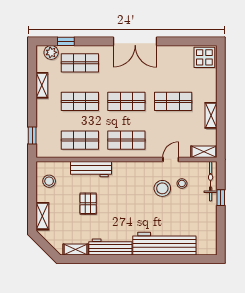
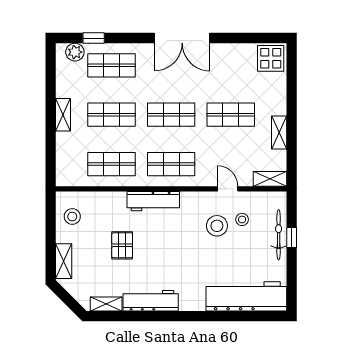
shelving: (42, 85) -> (63, 115), moved
window: (32, 136) -> (51, 158), removed
door: (171, 159) -> (228, 189), hinge flipped
workbench: (91, 169) -> (153, 201), moved
bicycle: (211, 181) -> (279, 235), moved
workbench: (164, 244) -> (246, 296), moved

